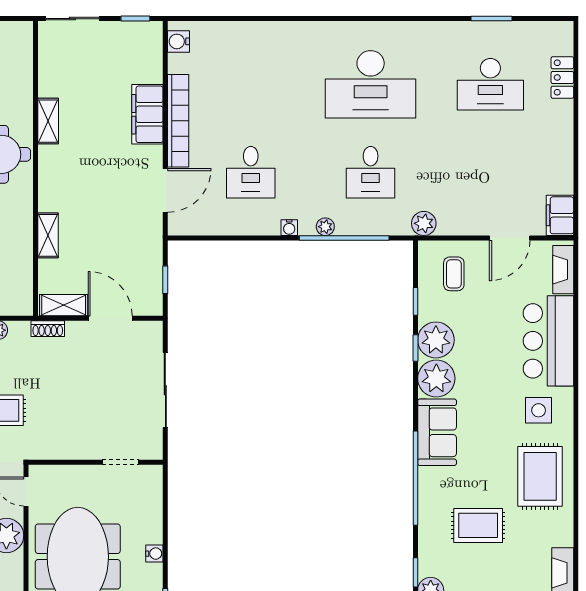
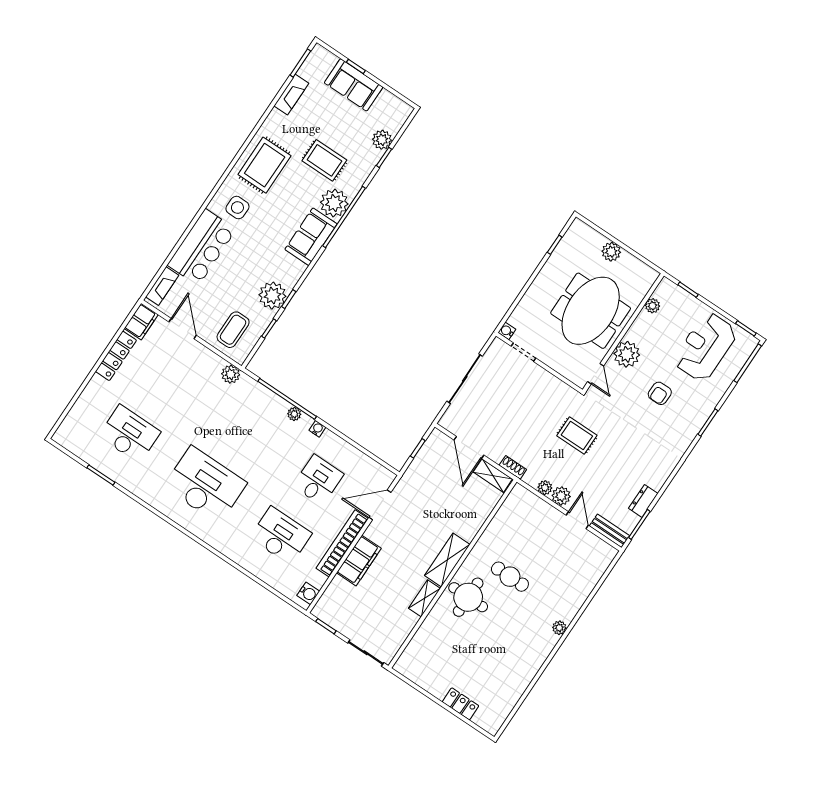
locker: (562, 77) -> (116, 356), moved, width x1.53
desk: (371, 172) -> (281, 536), moved, width x1.37
shelving: (48, 235) -> (447, 560), moved, width x1.50, depth x1.33
door: (510, 238) -> (183, 329), hinge flipped
coffee table: (454, 274) -> (233, 330), width x1.36, depth x1.30
plant: (436, 379) -> (334, 203), moved
water cooler: (154, 554) -> (507, 331), moved

